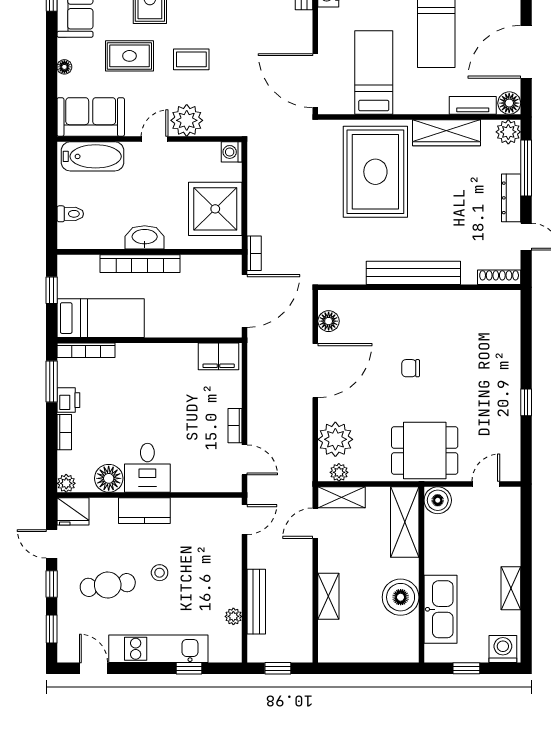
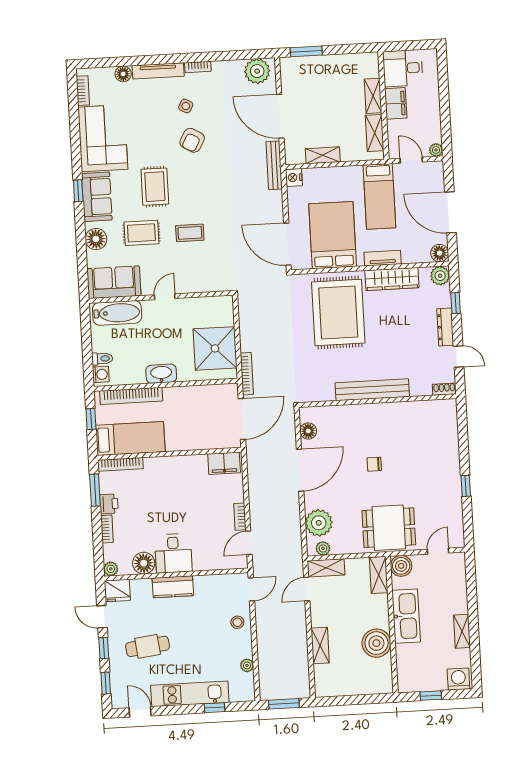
door: (526, 52) -> (450, 212), hinge flipped
floor lamp: (64, 67) -> (96, 239), width x1.89, depth x1.89
bed: (374, 72) -> (333, 235), width x1.50
tv unit: (473, 105) -> (383, 258), moved
plant: (187, 120) -> (189, 281), removed
washing machine: (232, 152) -> (101, 374), moved, turned 180
window: (526, 168) -> (456, 303), width x0.46
bookcase: (254, 253) -> (247, 374), width x1.56
bookcase: (140, 264) -> (131, 396), moved
shoe rack: (499, 277) -> (444, 389), width x0.70
door: (245, 460) -> (249, 543), swing flipped
shelving: (405, 522) -> (379, 575), width x0.67, depth x0.75
stool: (160, 573) -> (237, 622), moved
bench: (256, 602) -> (264, 653), removed
kitchen sink: (441, 609) -> (406, 616), moved
window: (278, 668) -> (284, 704), width x1.50

